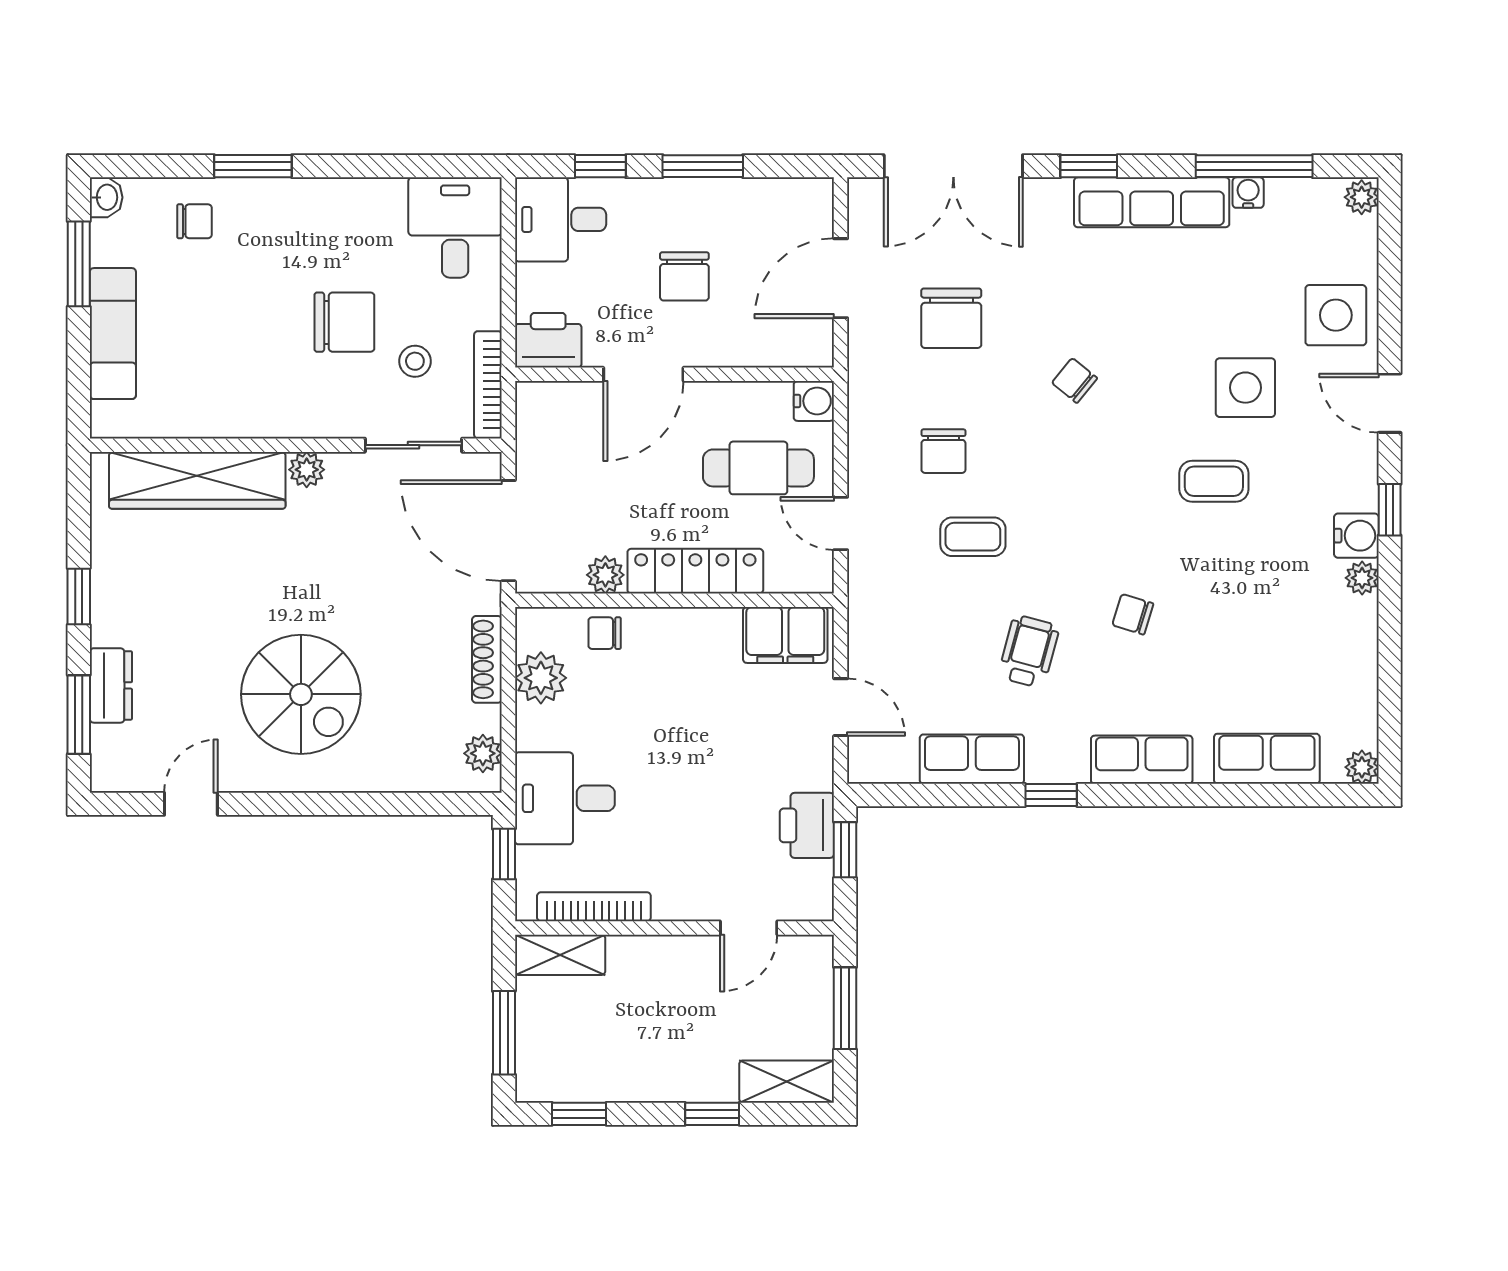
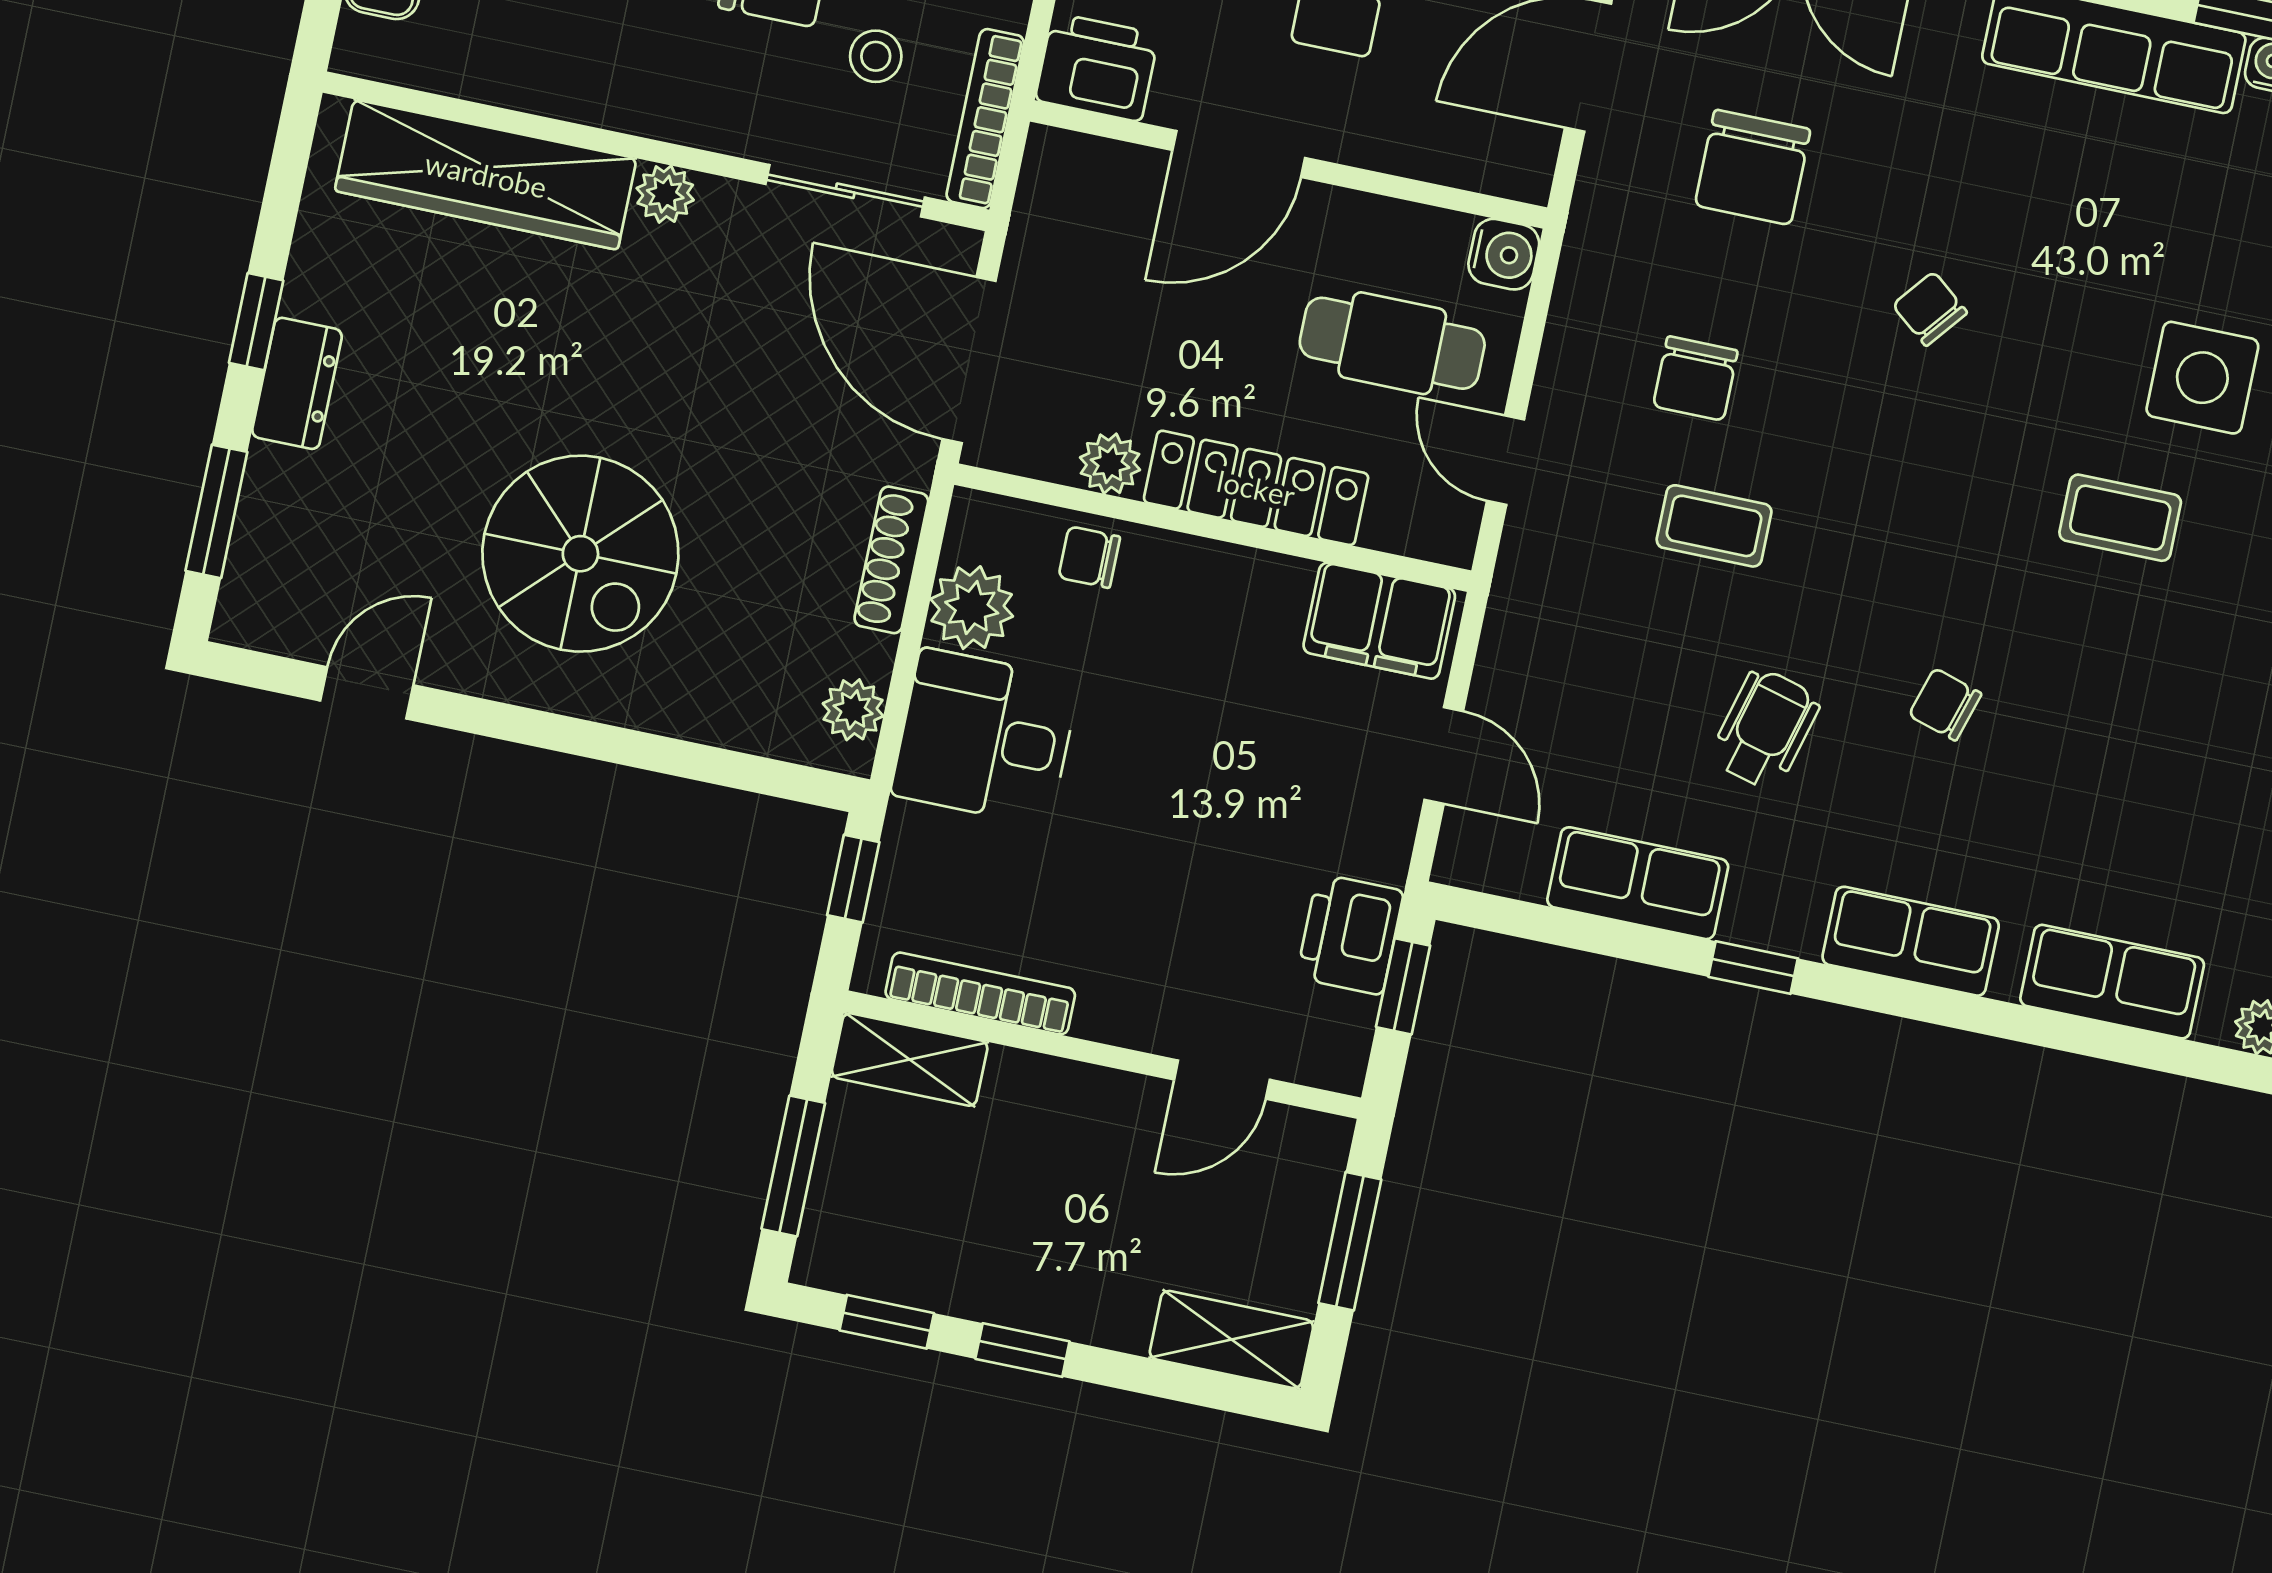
dresser: (111, 685) -> (297, 383), moved
desk: (565, 798) -> (985, 737), moved
window: (712, 1114) -> (1022, 1350), moved

